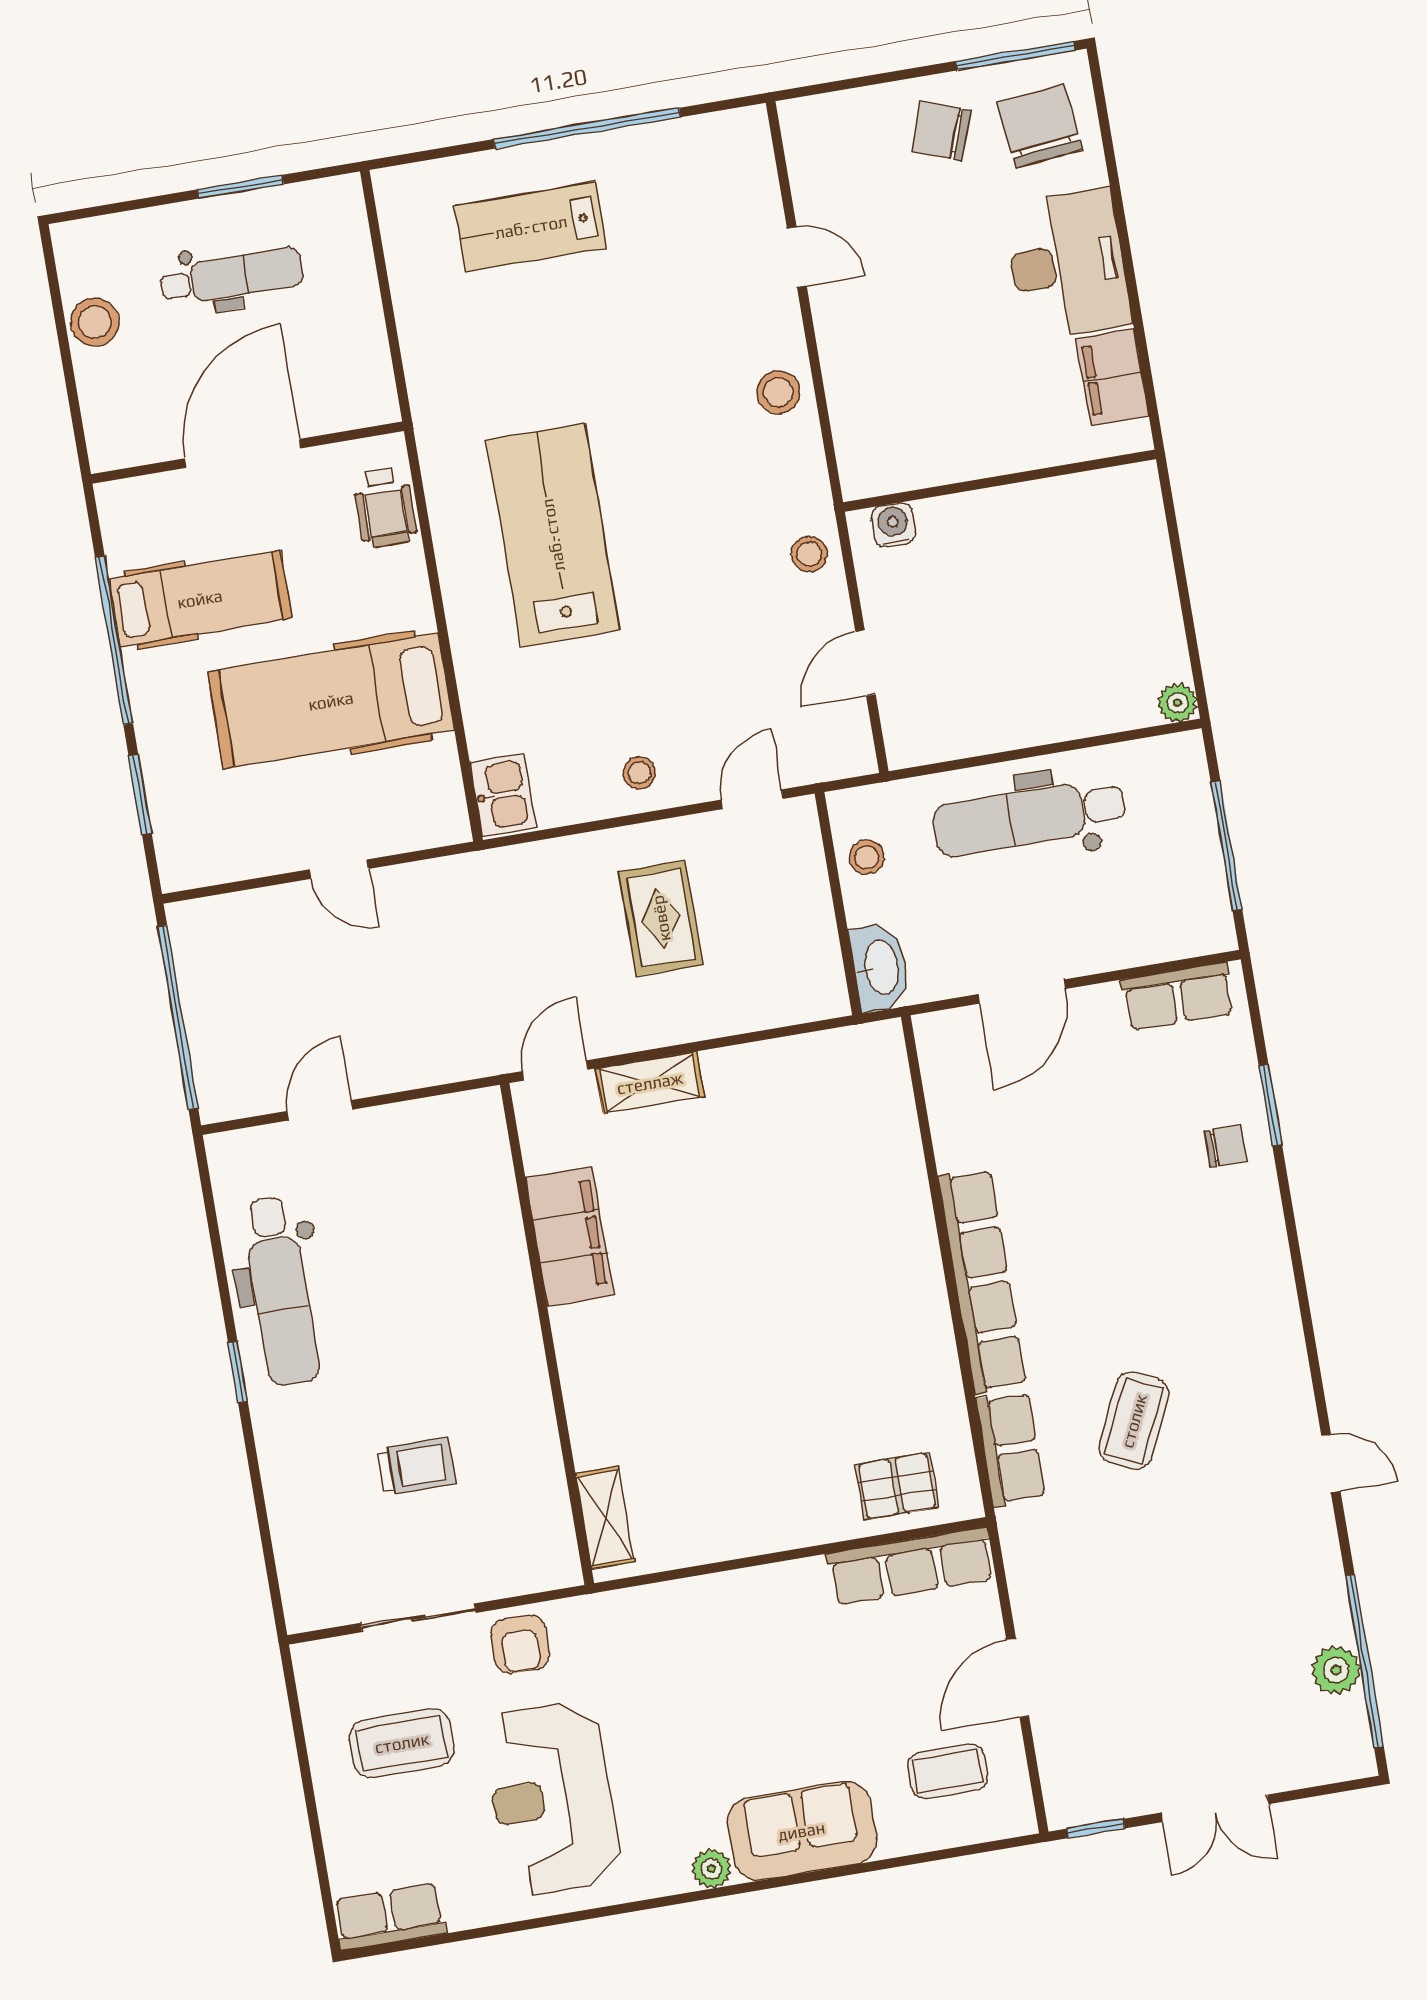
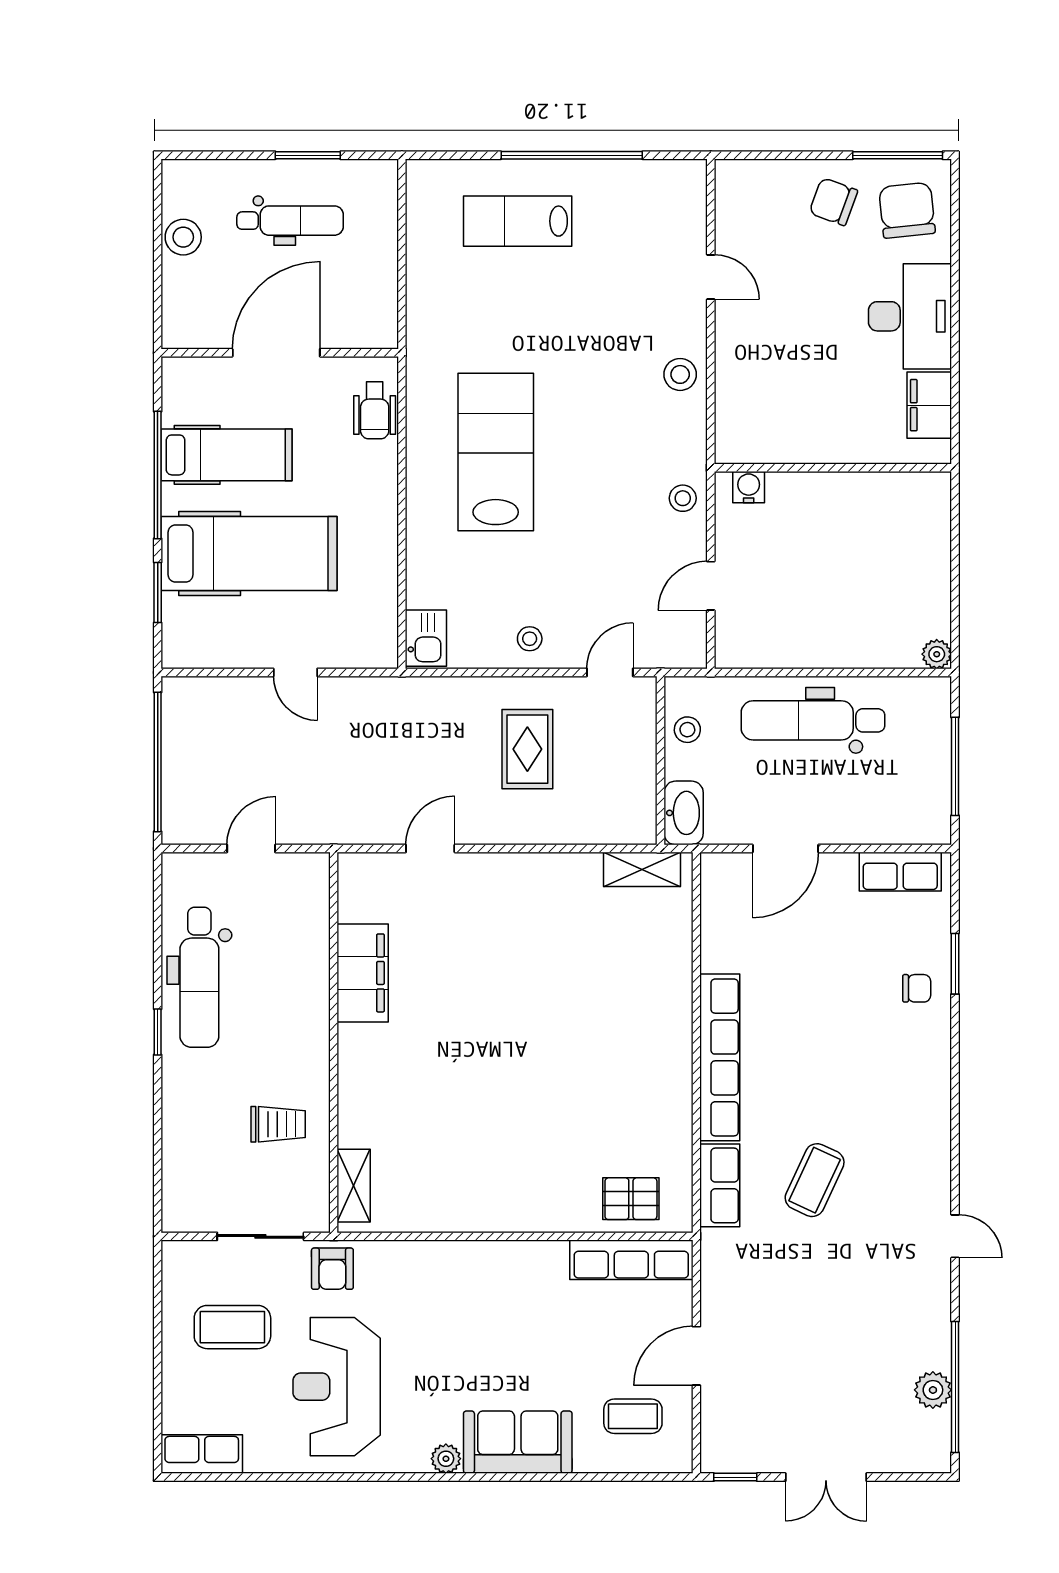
hospital bed: (331, 701) -> (249, 554), moved, turned 180
shelving: (650, 1083) -> (642, 869), moved
filing cabinet: (570, 1236) -> (363, 973), moved
wall: (547, 1334) -> (334, 1042), moved
shelving: (605, 1518) -> (354, 1186), moved

